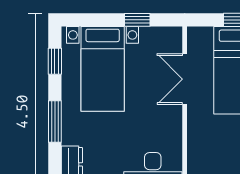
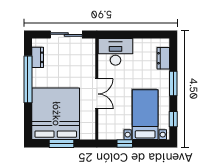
double door: (185, 79) -> (97, 94), moved

